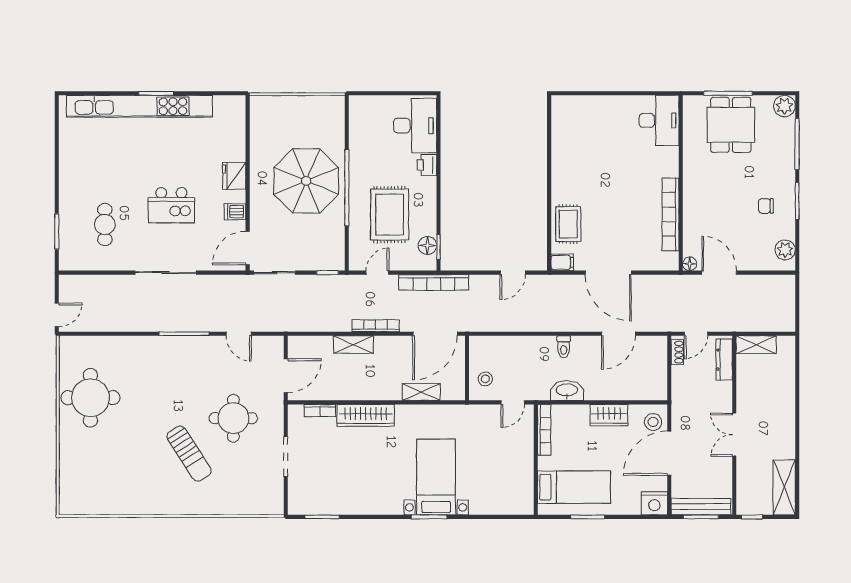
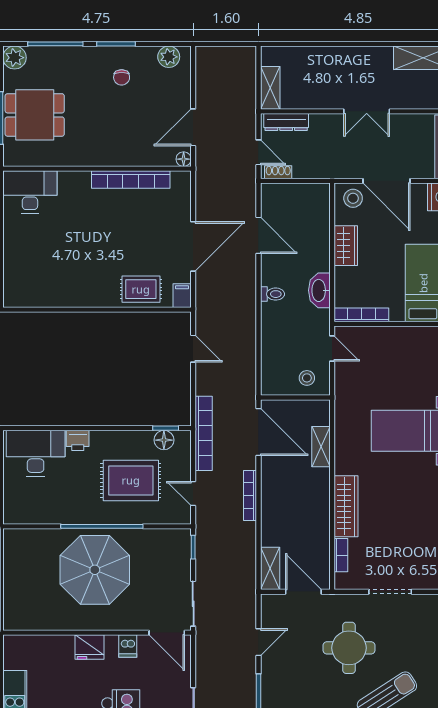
shelving: (354, 345) -> (270, 568), moved

